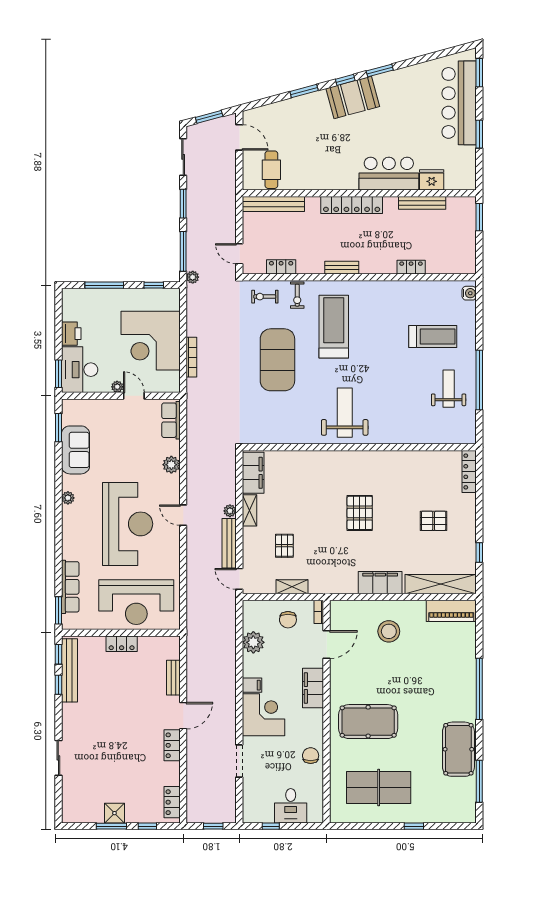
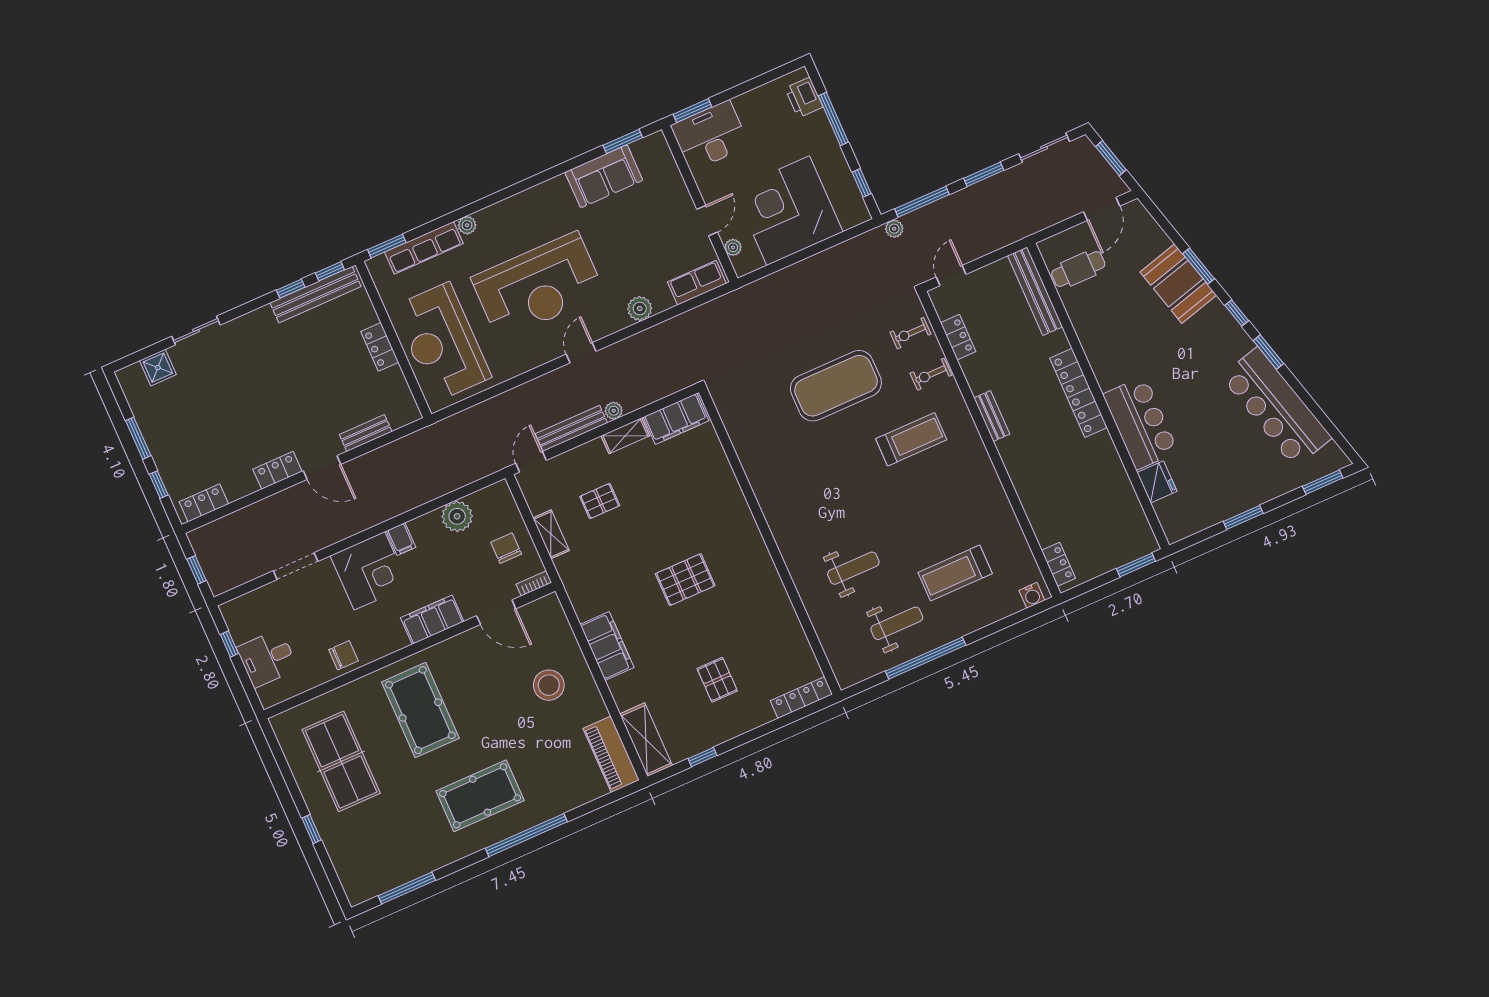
booth: (353, 97) -> (1178, 284), moved
bar counter: (459, 103) -> (1276, 407), moved, turned -105
bench: (422, 203) -> (1122, 483), removed
locker: (411, 267) -> (1058, 564), moved
exercise bike: (265, 297) -> (910, 333), turned -90
treadmill: (334, 327) -> (911, 439), width x0.73, depth x0.73
printer: (71, 334) -> (804, 98), moved, turned 90
treadmill: (433, 336) -> (955, 573), turned 90
bookcase: (191, 357) -> (790, 273), removed
plant: (117, 387) -> (733, 247), moved
weight bench: (345, 413) -> (853, 568), moved, width x0.73, depth x0.75
plant: (68, 498) -> (467, 225), moved
shelving: (441, 584) -> (646, 740), width x0.68
chair: (288, 620) -> (506, 548), turned 90
pool table: (458, 749) -> (480, 796), moved
shower: (114, 813) -> (158, 368), moved

